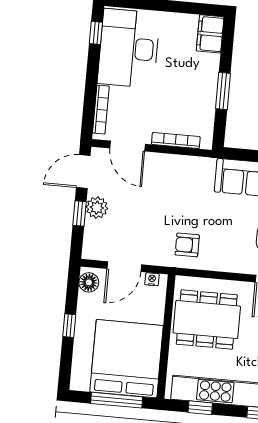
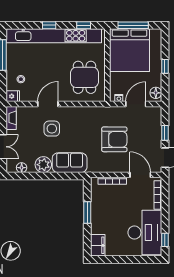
plant: (97, 208) -> (155, 137), removed
armchair: (187, 245) -> (114, 139), moved, width x1.88, depth x1.88
dining table: (207, 319) -> (84, 77), width x0.73

